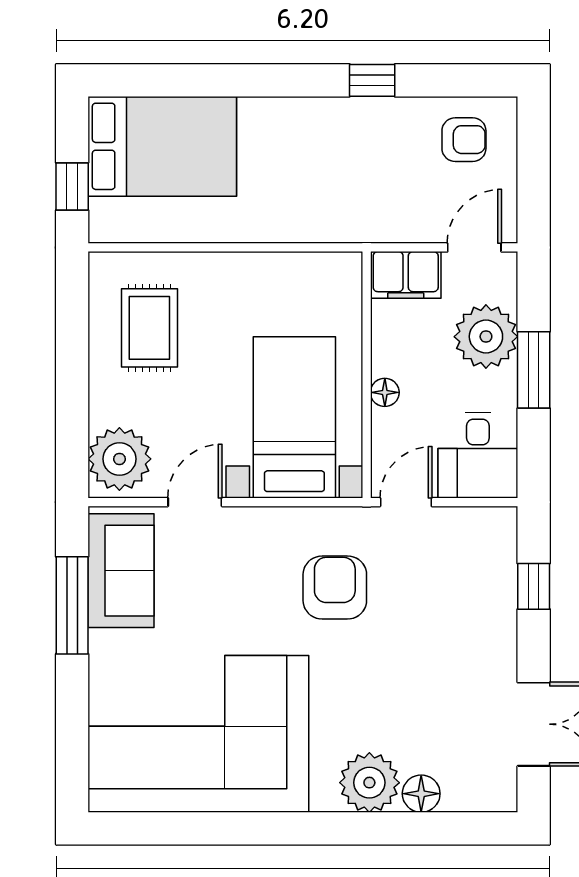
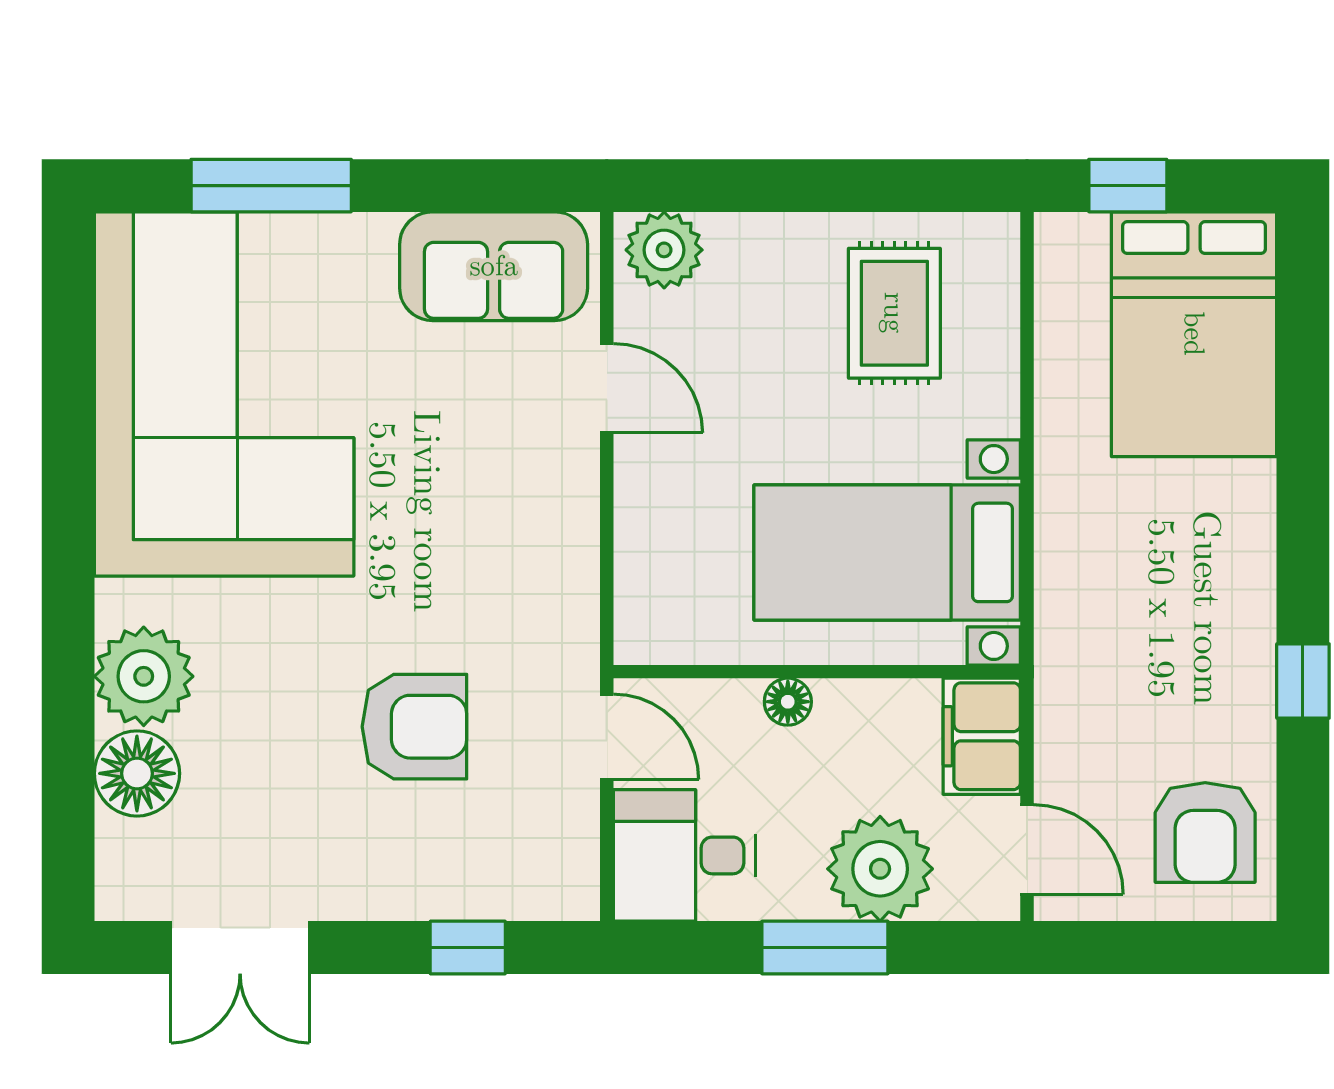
armchair: (464, 140) -> (1205, 832), width x1.38, depth x1.38
rug: (149, 328) -> (894, 313), turned 90
bed with nightstands: (294, 417) -> (887, 552), moved, turned 180
plant: (119, 459) -> (664, 250), width x0.73, depth x0.73
armchair: (335, 588) -> (414, 727), moved
window: (72, 605) -> (271, 186), moved
floor lamp: (421, 794) -> (137, 773), width x1.38, depth x1.38

